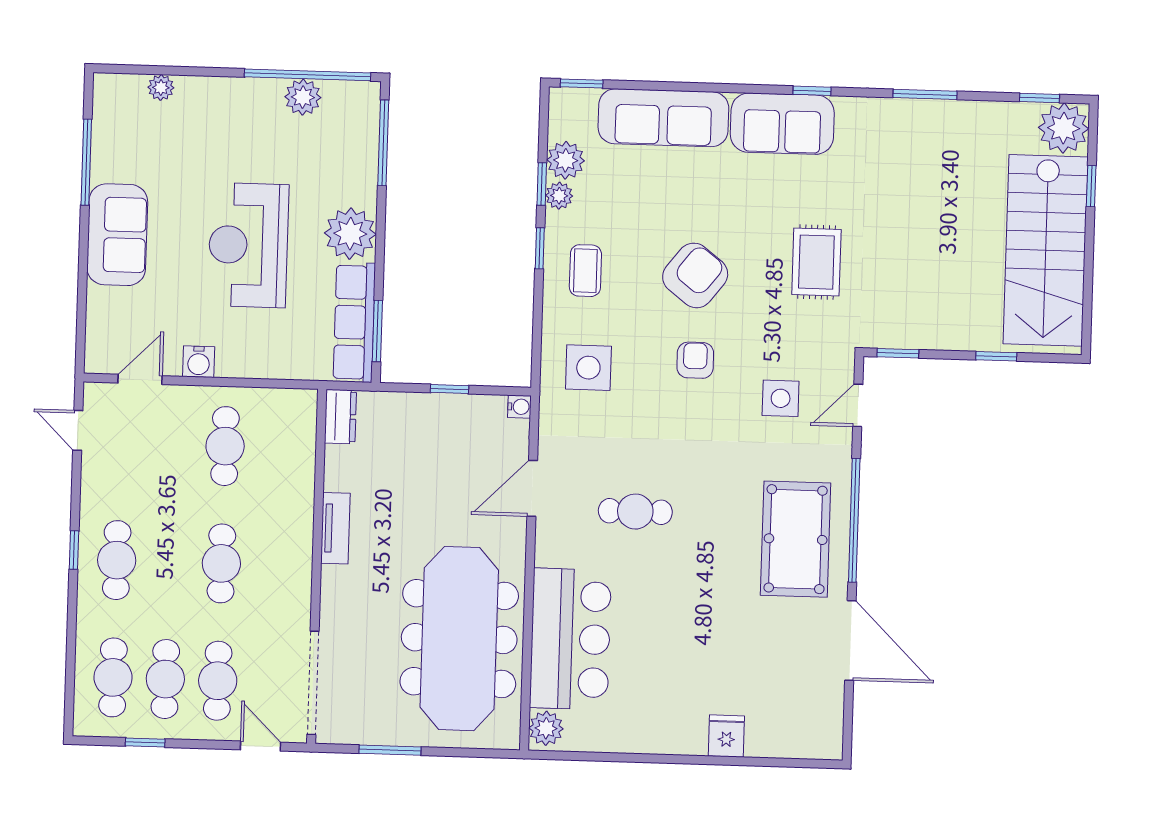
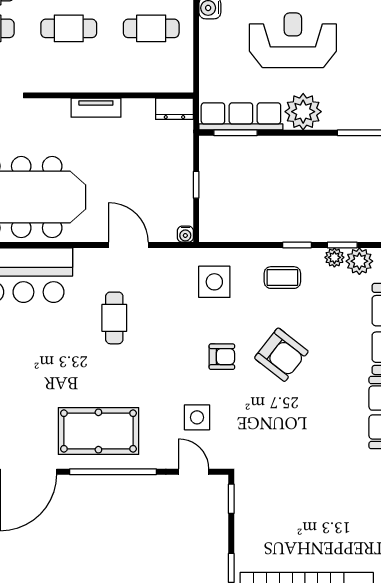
rug: (816, 262) -> (293, 440), removed

